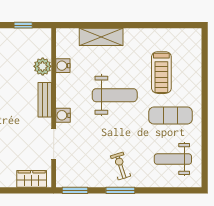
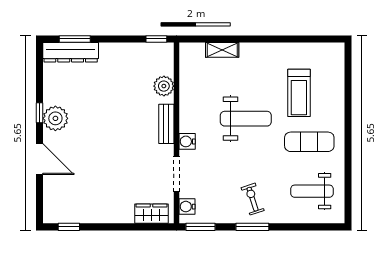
window: (23, 25) -> (156, 39), moved
shelving: (101, 37) -> (222, 50), width x0.67, depth x0.75
water cooler: (63, 66) -> (187, 207), moved

